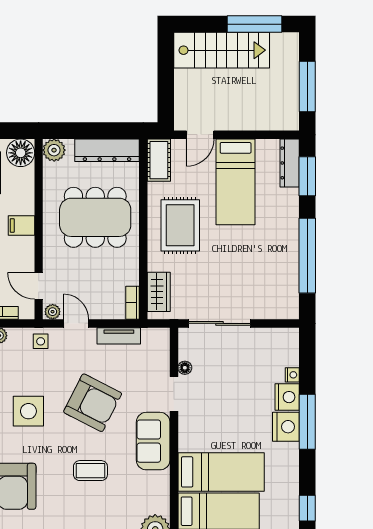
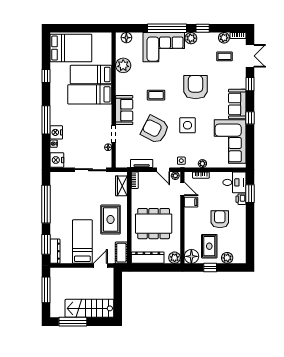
filing cabinet: (21, 225) -> (191, 202), moved
nightstand: (286, 427) -> (57, 160), moved

